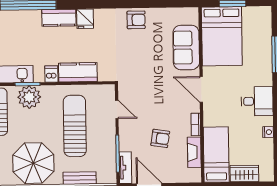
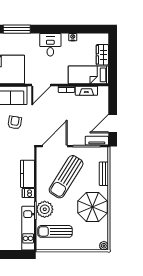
door: (117, 109) -> (55, 146), width x1.87
sun lounger: (75, 126) -> (66, 177), turned -58
armchair: (160, 138) -> (15, 123), moved

